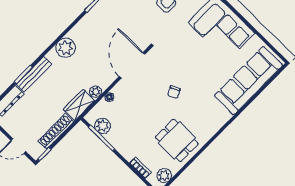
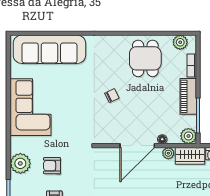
door: (132, 65) -> (137, 146), moved
plant: (102, 126) -> (188, 136), moved
piano: (121, 144) -> (188, 96), added

